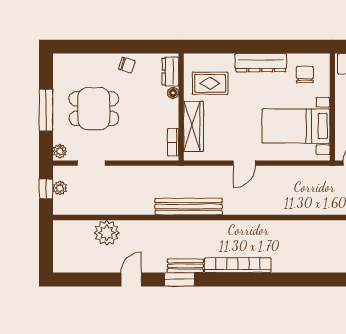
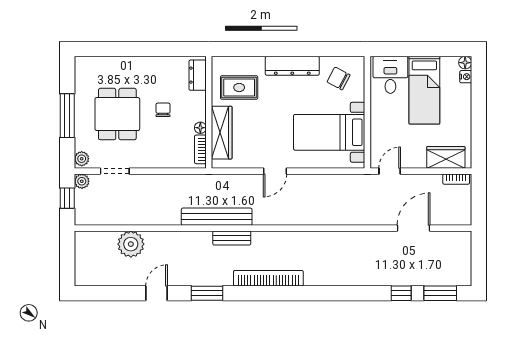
chair: (127, 65) -> (163, 110), moved, turned -107
chair: (305, 75) -> (339, 78), turned -62
floor lamp: (173, 93) -> (200, 128), moved
dining table: (94, 109) -> (117, 114), turned 90
plant: (60, 188) -> (82, 181), moved
bench: (185, 266) -> (232, 238), moved

